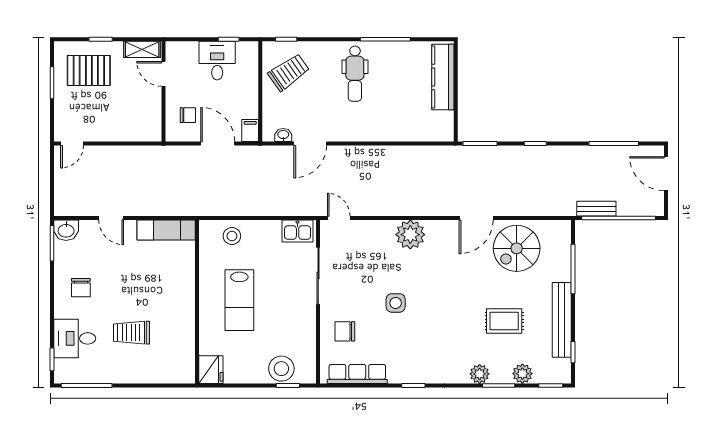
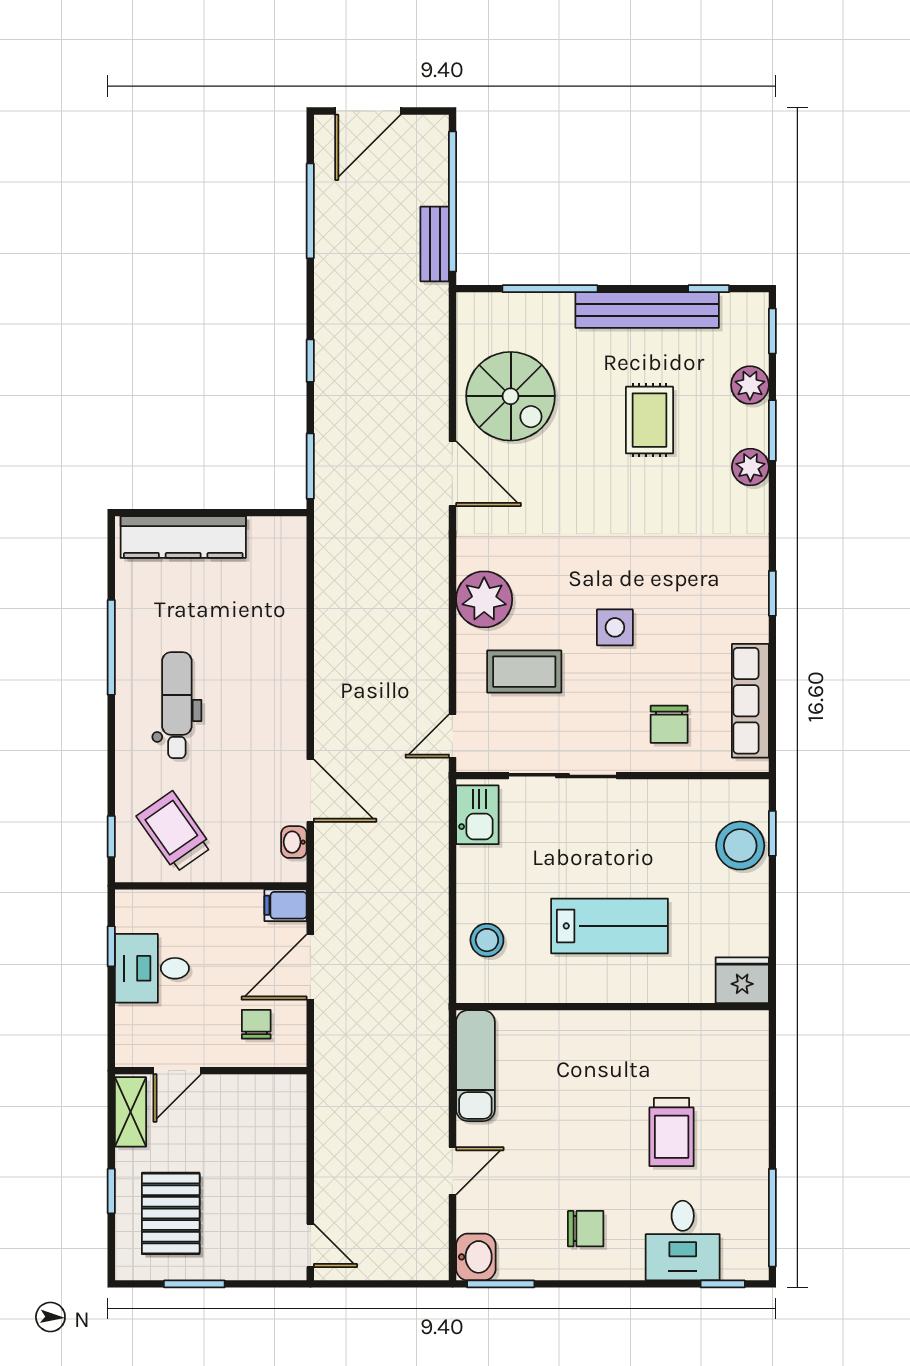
dental chair: (355, 74) -> (177, 705), turned -90
coffee table: (373, 256) -> (524, 672), added

